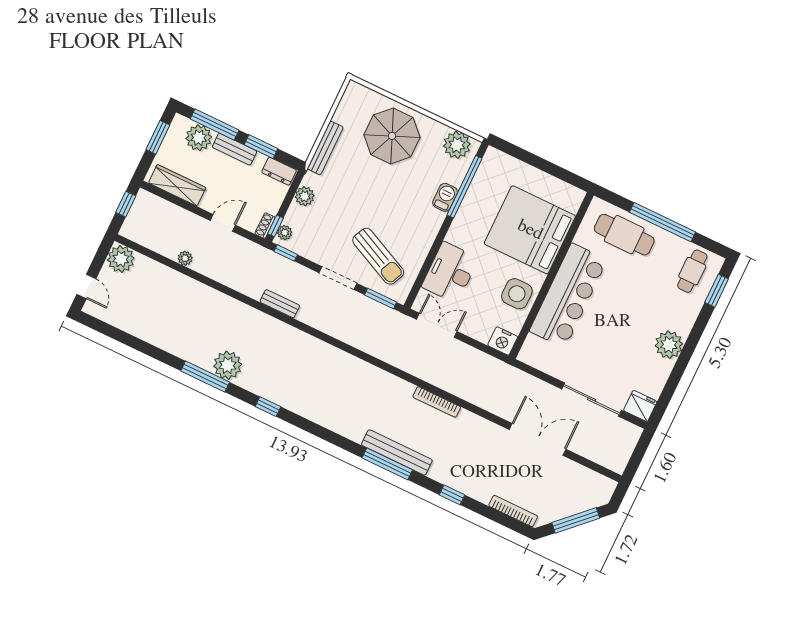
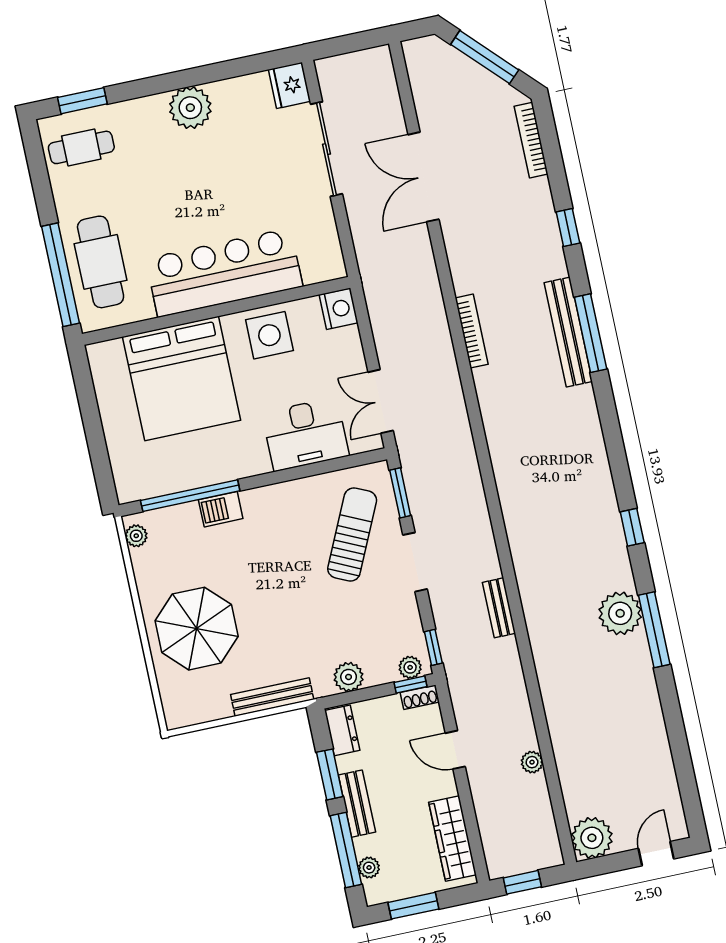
plant: (199, 138) -> (369, 868), width x0.53, depth x0.53
plant: (457, 145) -> (136, 536), width x0.53, depth x0.53
window: (662, 222) -> (60, 275), moved

